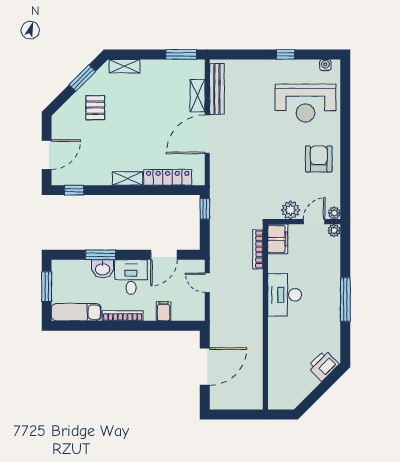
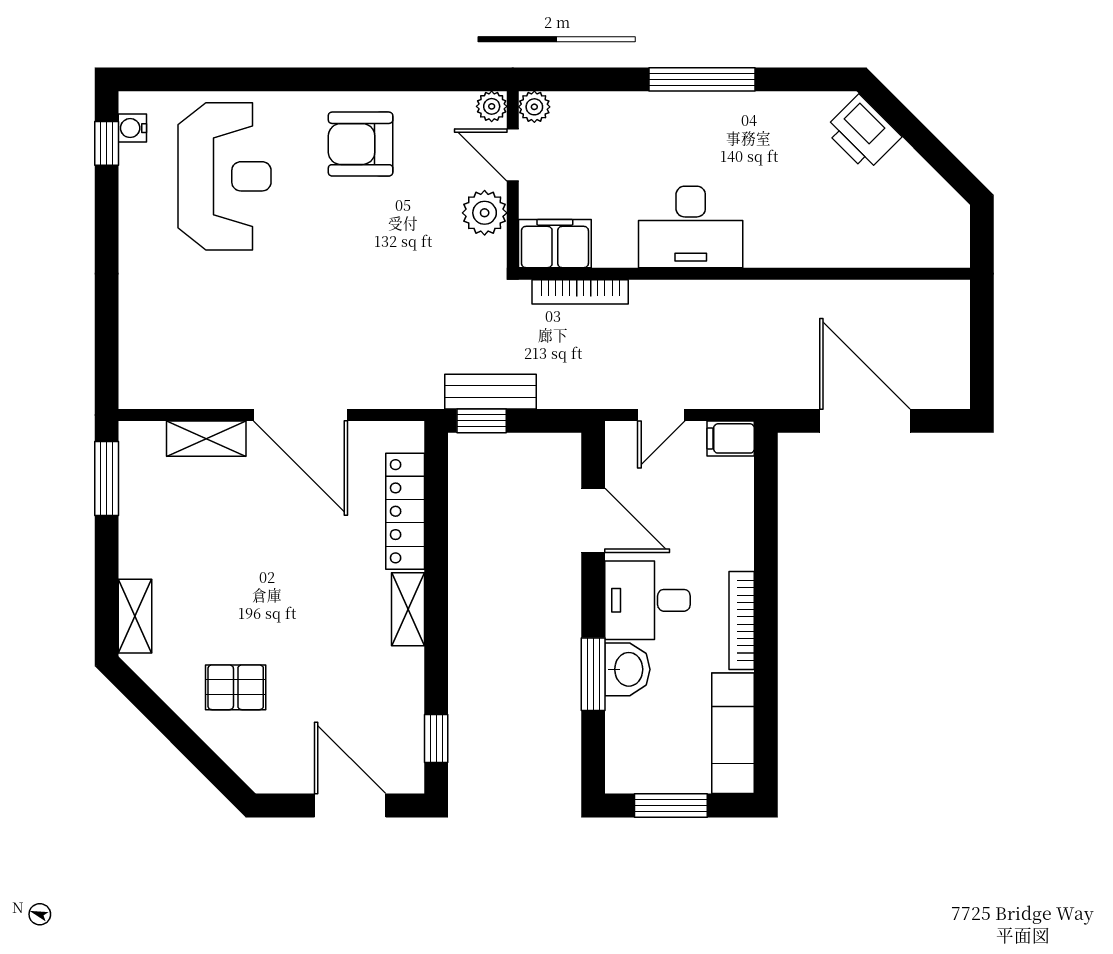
window: (286, 54) -> (107, 143), moved
window: (82, 78) -> (164, 718), removed
bench: (217, 89) -> (491, 392), moved, width x0.73
filing cabinet: (164, 311) -> (731, 438), moved

